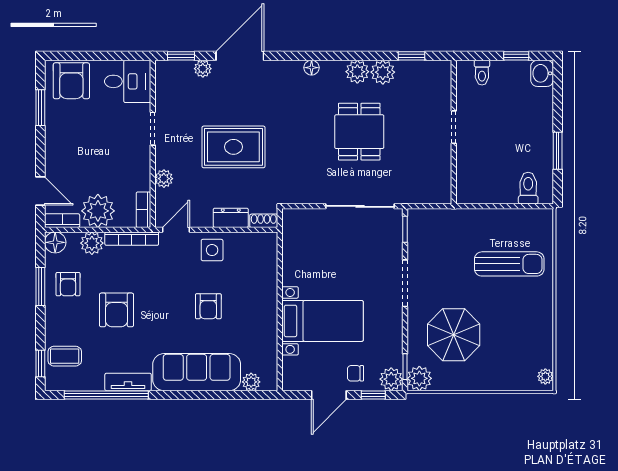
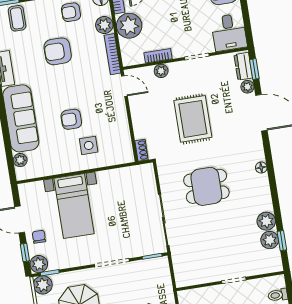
plant: (357, 72) -> (270, 240), moved
dining table: (359, 132) -> (206, 186), moved
bookcase: (143, 210) -> (158, 56), moved
dresser: (231, 218) -> (243, 66), moved, turned 180
side table: (212, 250) -> (89, 145), moved

